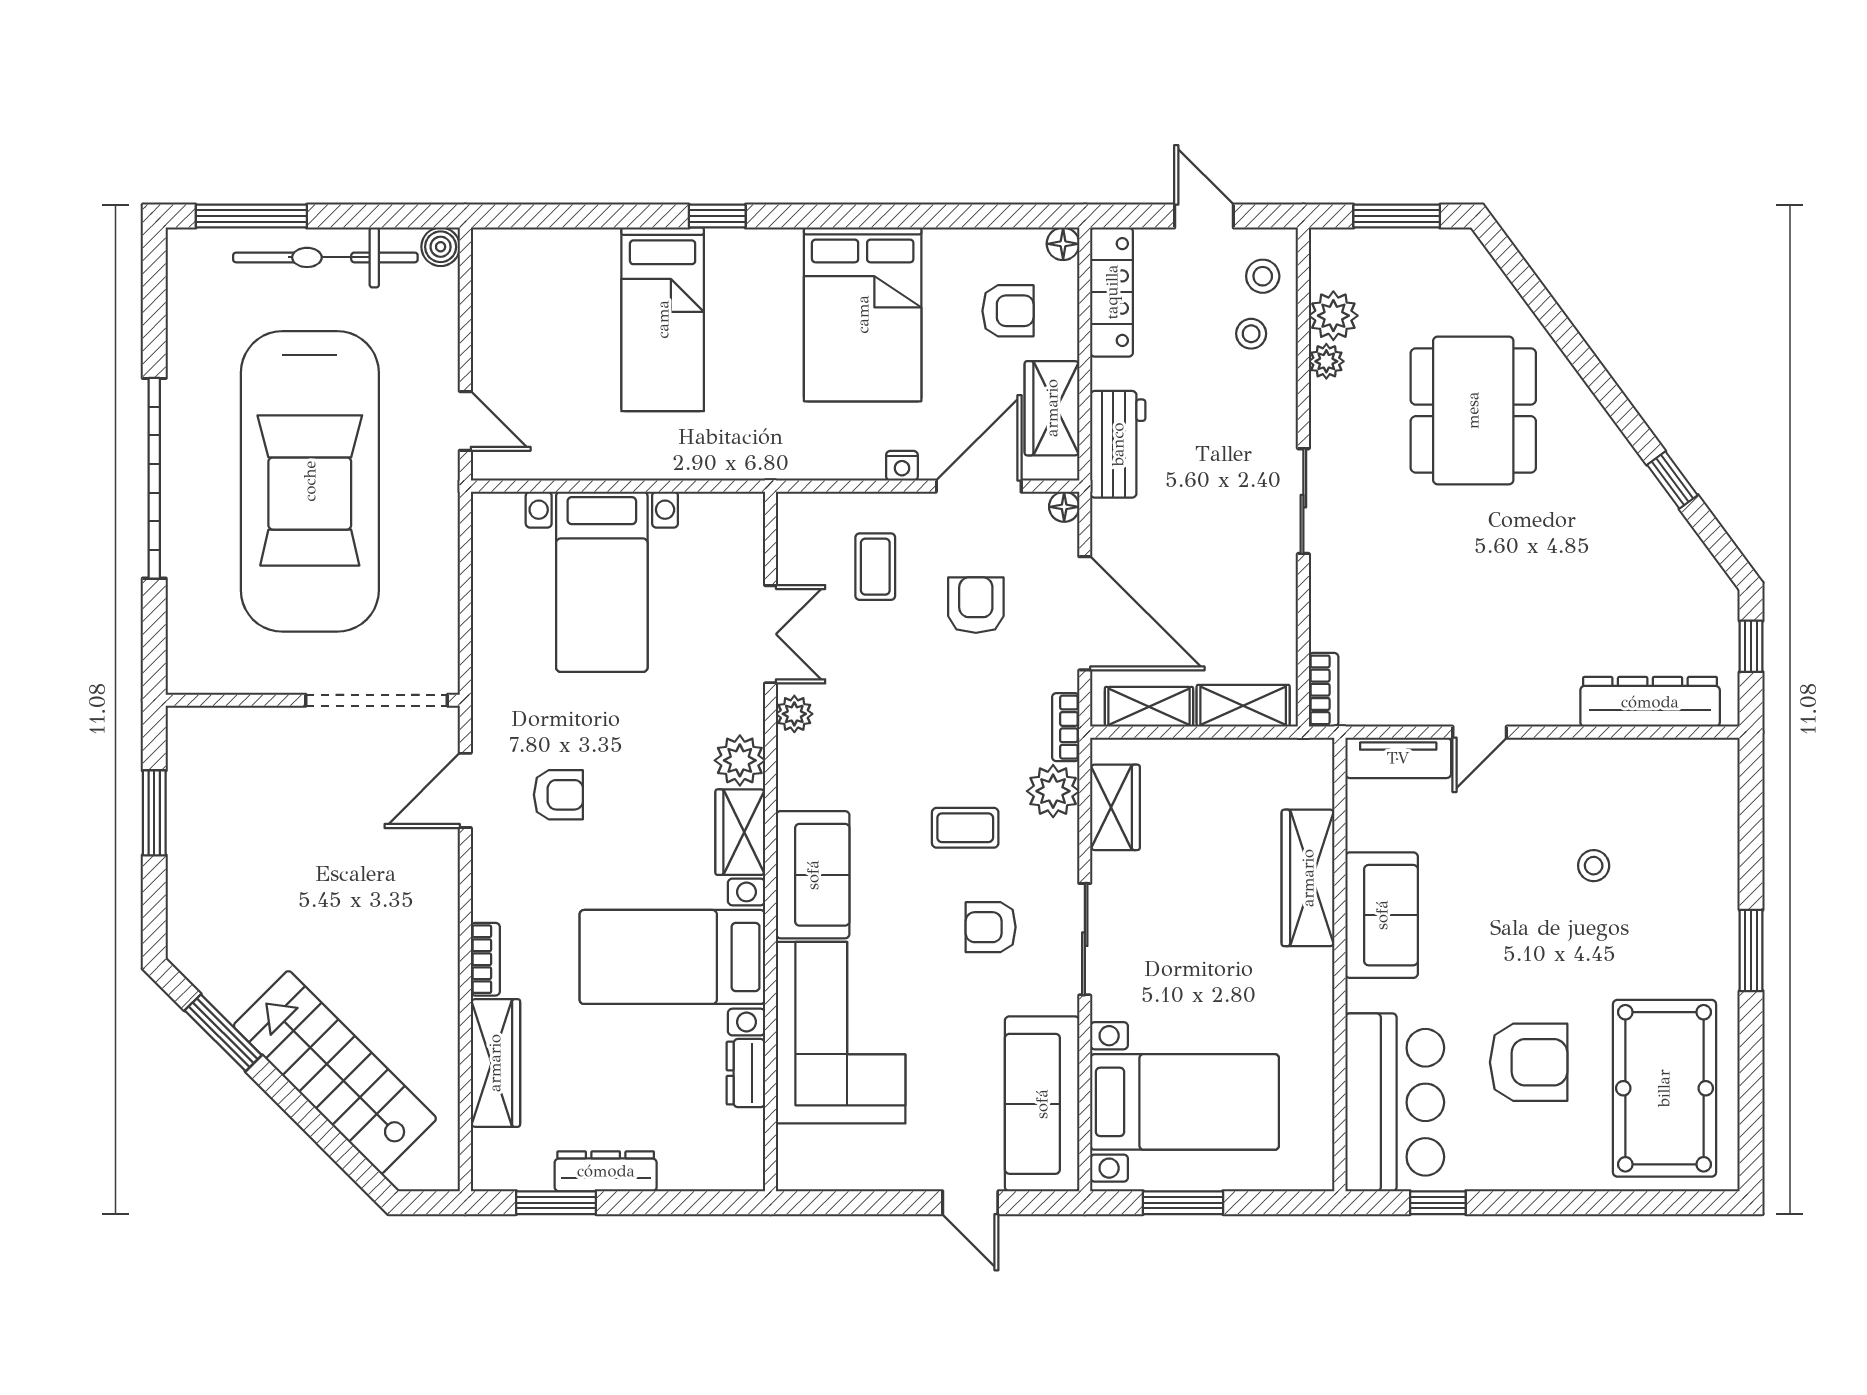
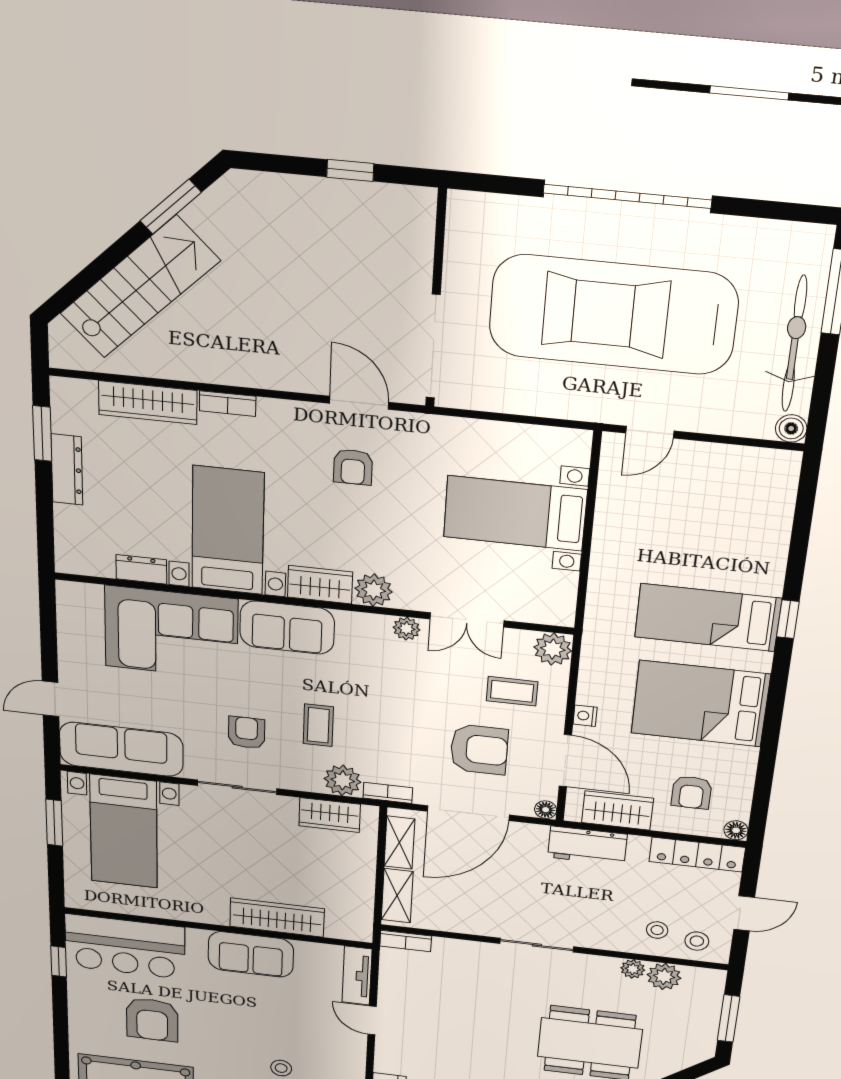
bed: (663, 319) -> (708, 618), moved
plant: (802, 517) -> (553, 649), added
armchair: (976, 605) -> (479, 749), width x1.38, depth x1.38
window: (154, 813) -> (350, 170), width x0.67

